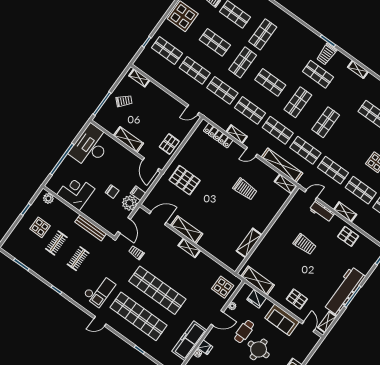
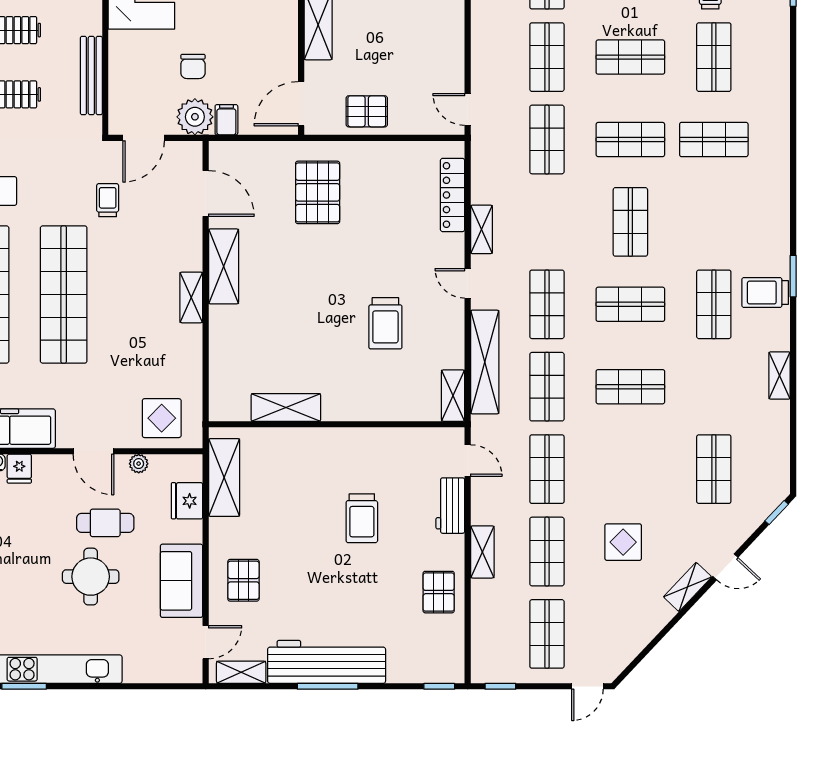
shop shelf: (215, 42) -> (630, 57), turned 90
shop shelf: (250, 110) -> (547, 222), removed

